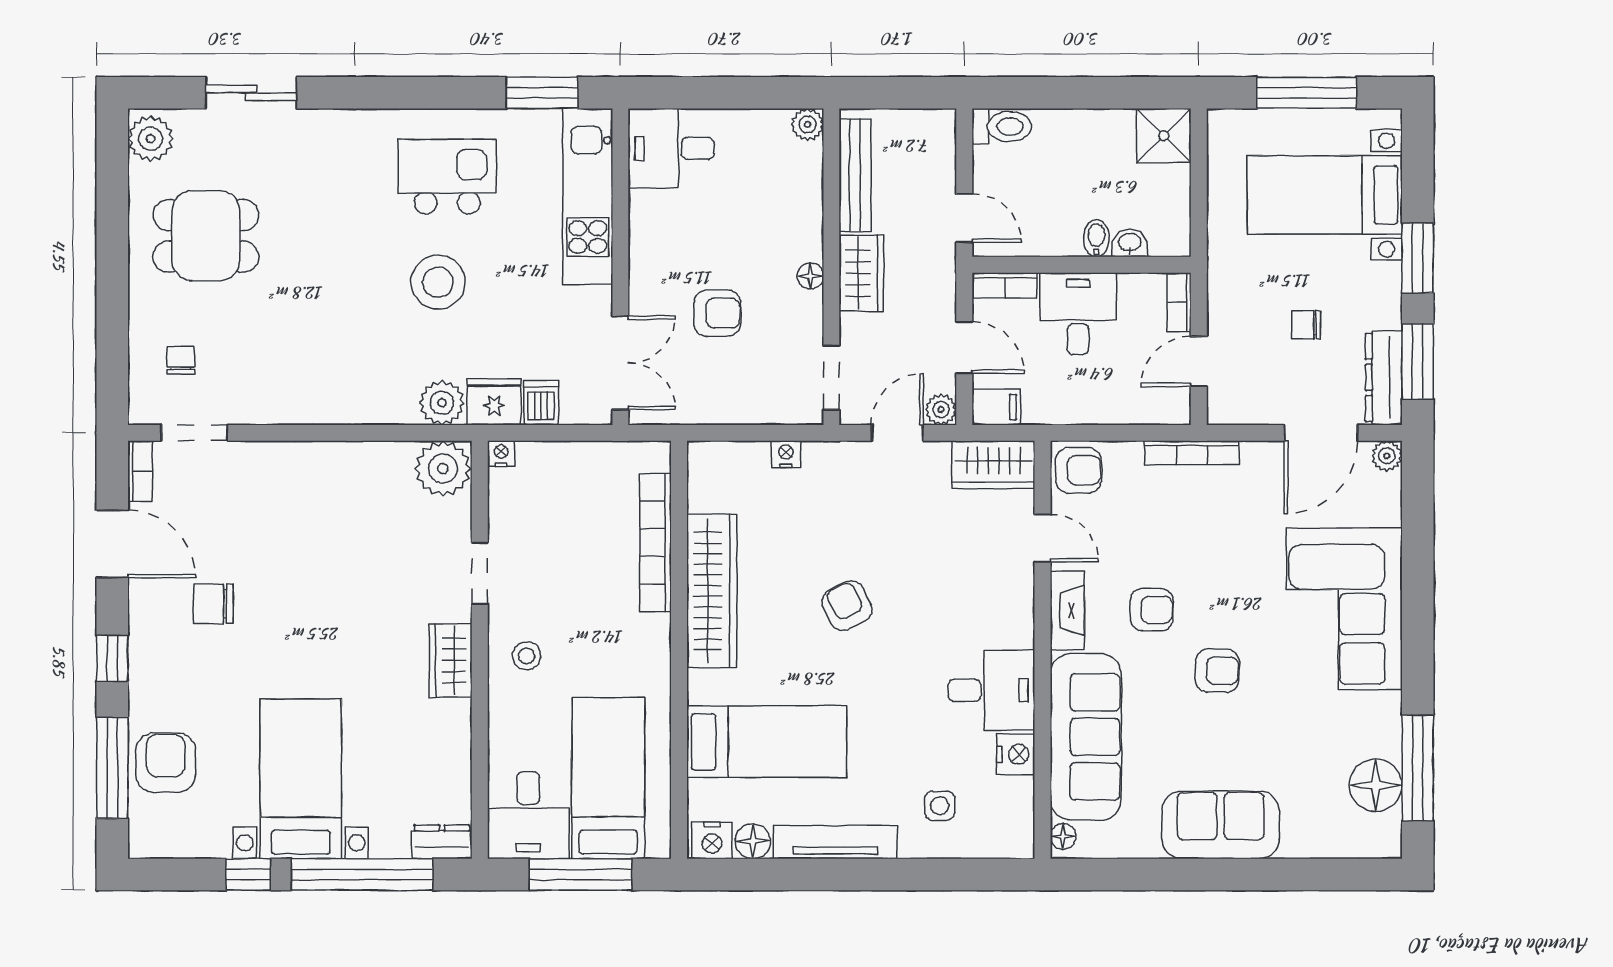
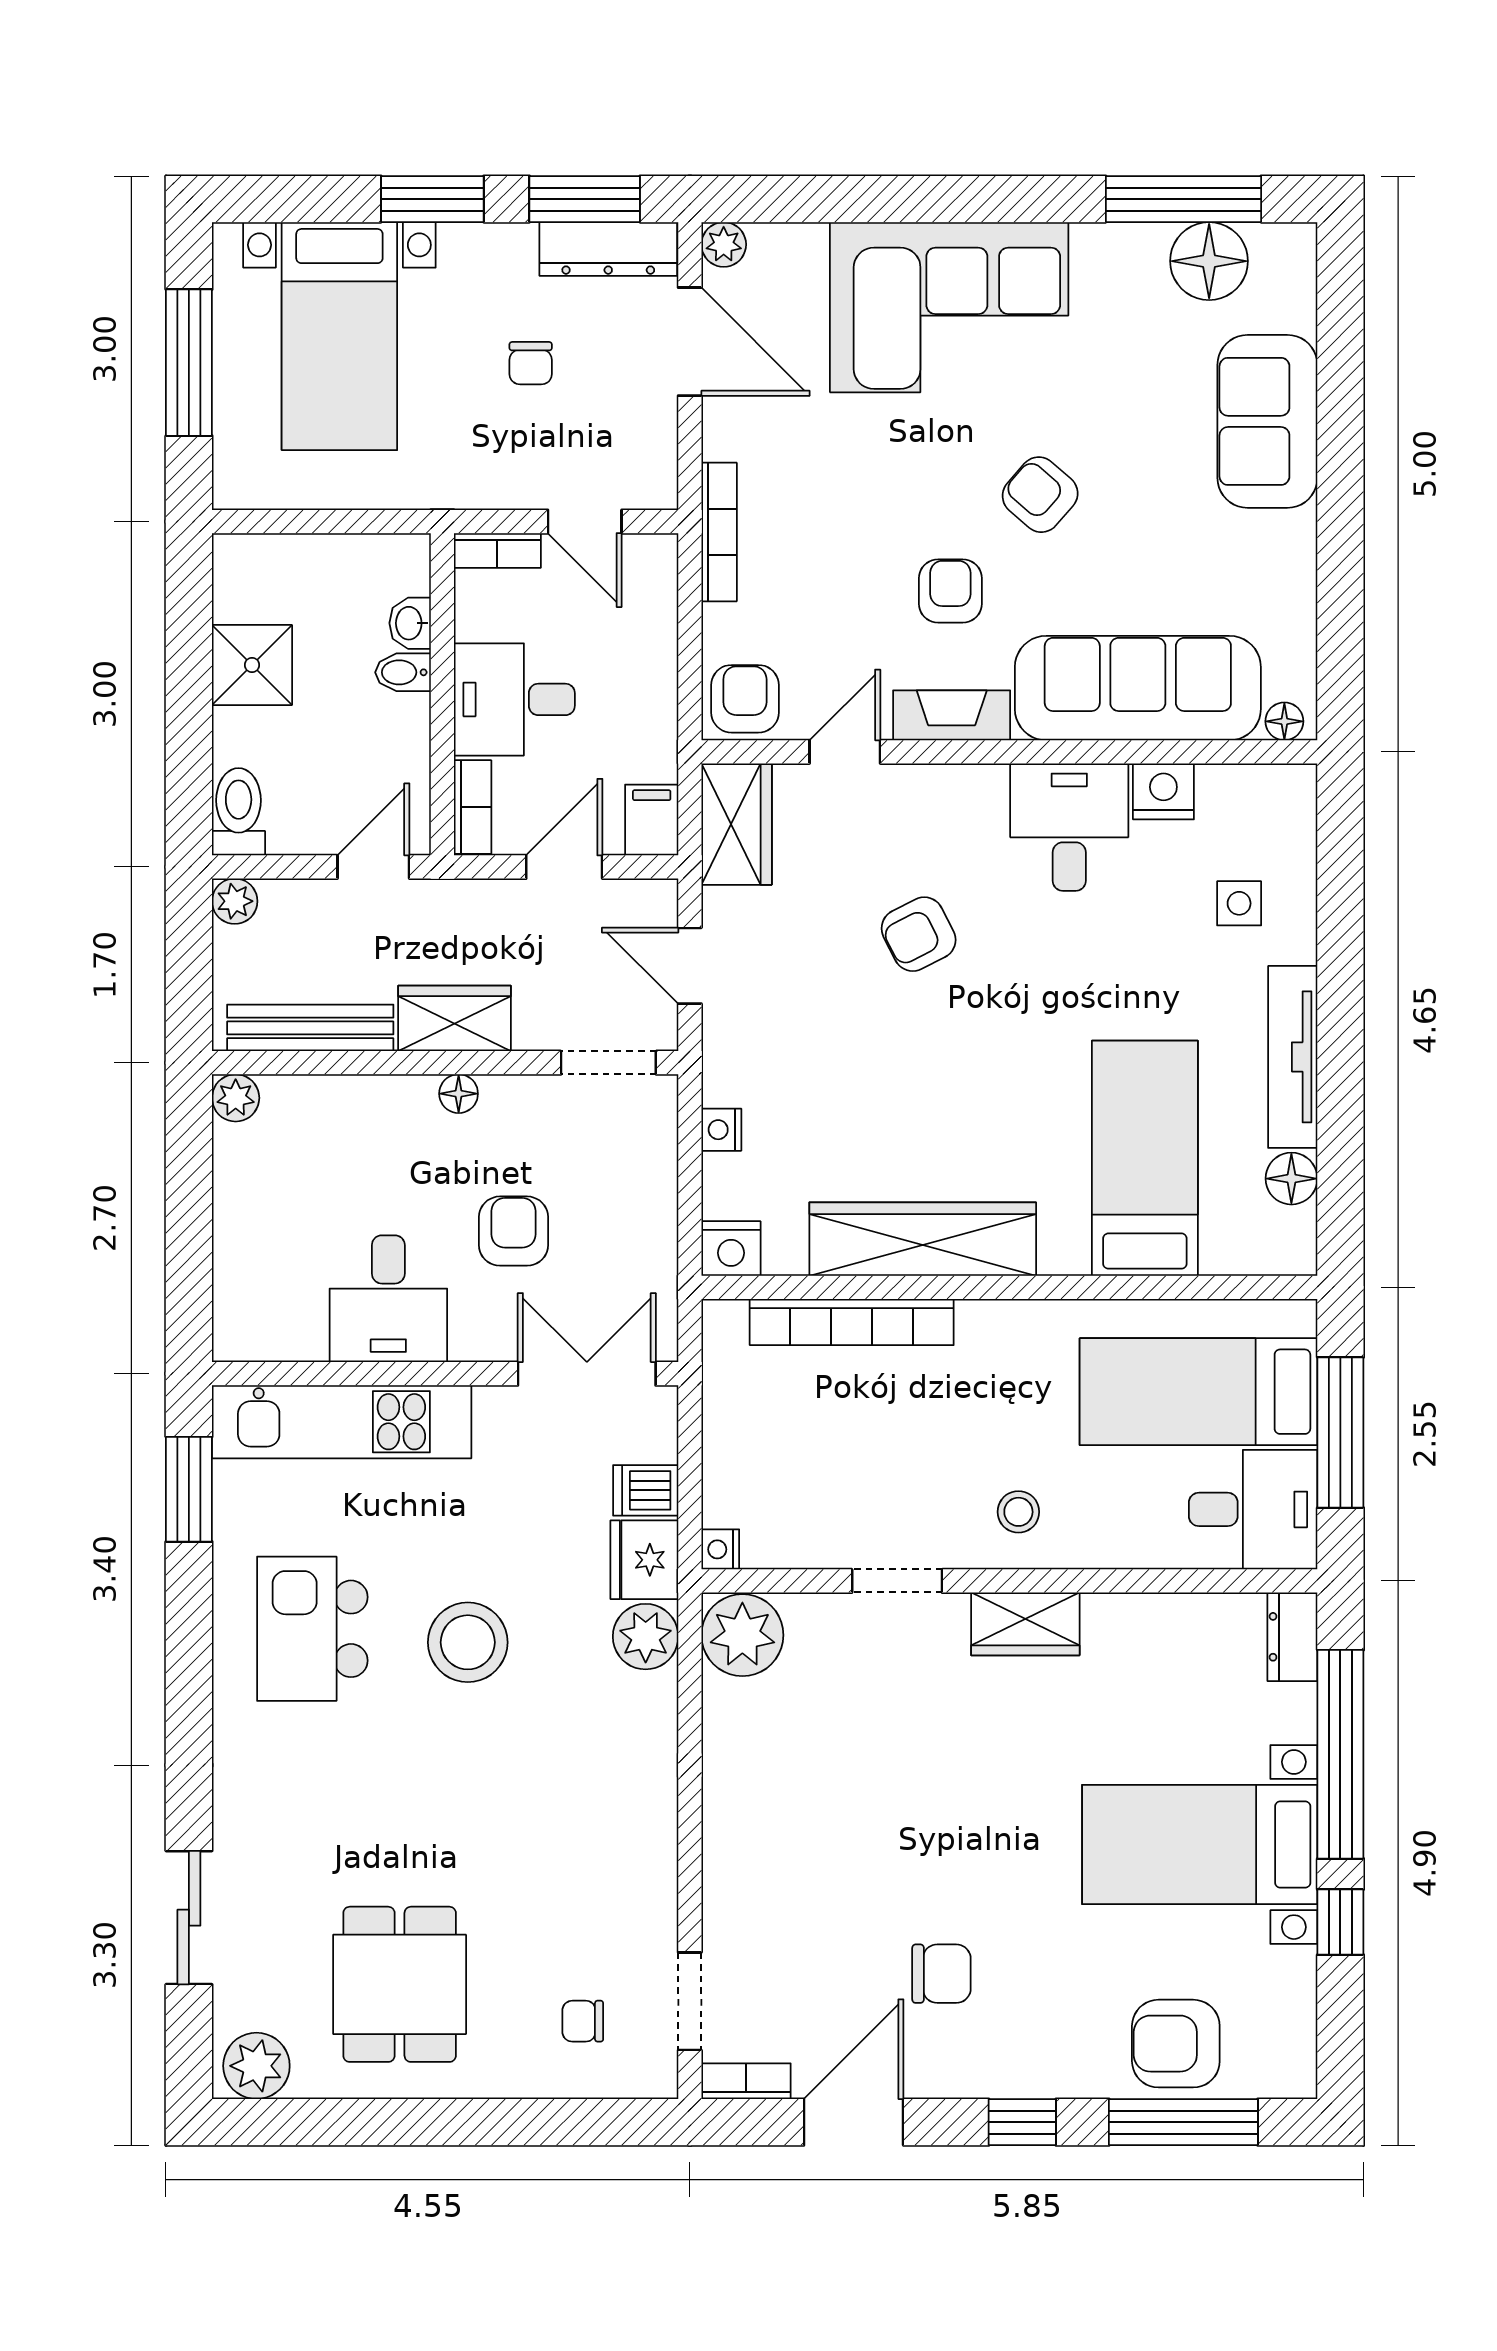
shower: (1164, 136) -> (252, 665), moved
desk: (671, 148) -> (388, 1299), moved
plant: (941, 410) -> (235, 901), moved
chair: (213, 604) -> (941, 1974), turned -90
armchair: (847, 606) -> (919, 934), moved
armchair: (1217, 671) -> (1040, 495), turned -50
sofa: (1221, 825) -> (1267, 421), moved
nightstand: (712, 840) -> (731, 1249), moved, turned 90

